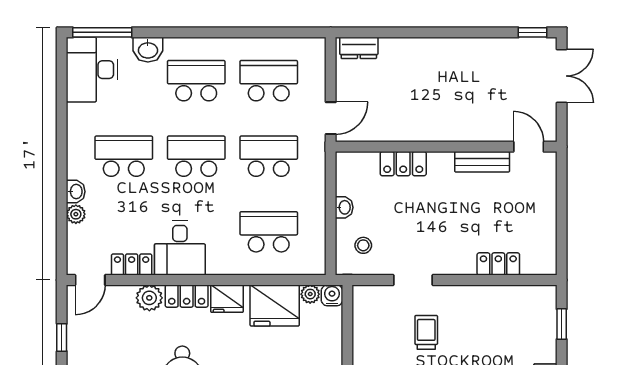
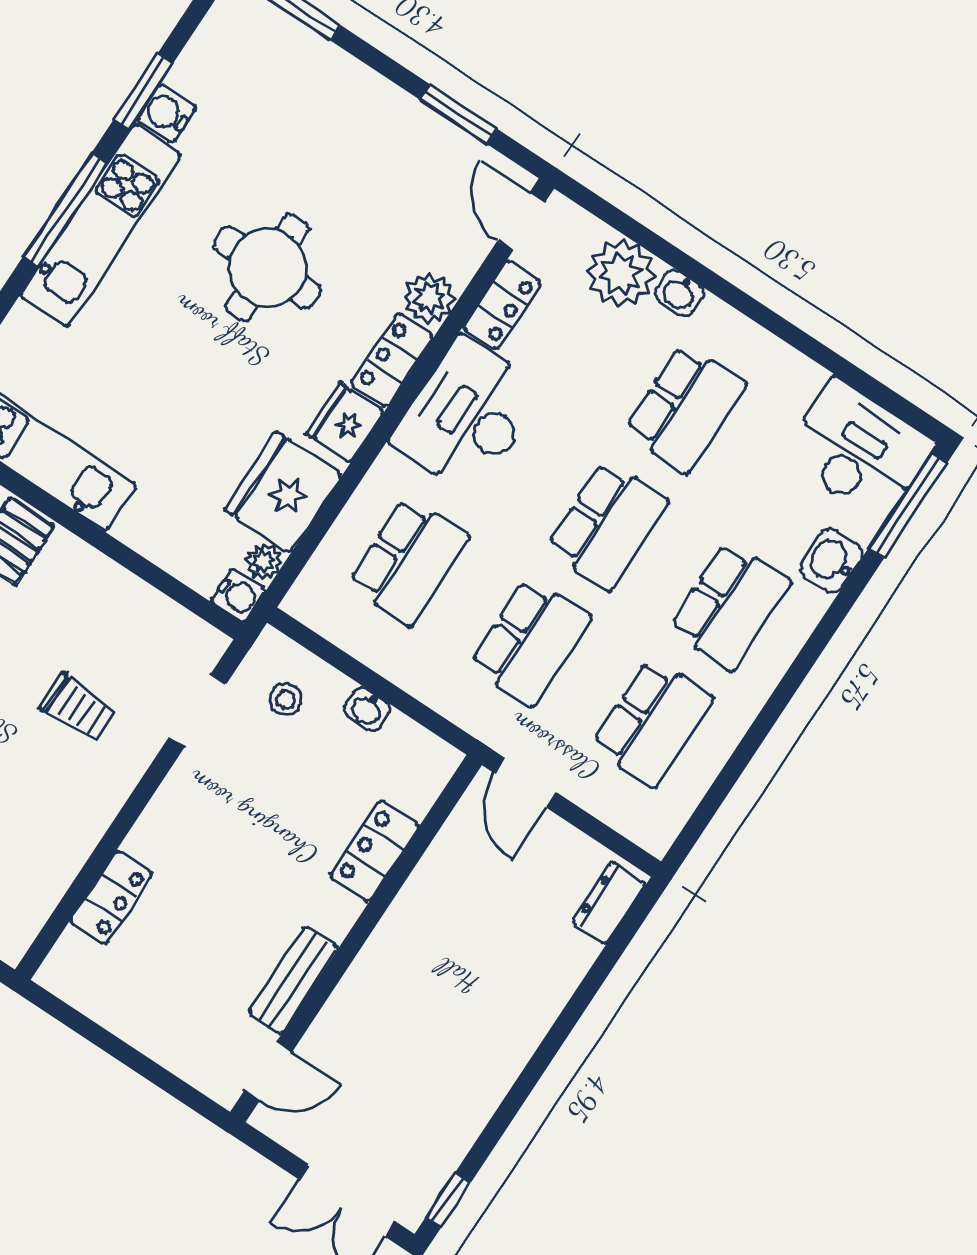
plant: (76, 214) -> (621, 273), width x1.87, depth x1.87
desk: (180, 248) -> (467, 416), width x1.37
doorway: (413, 280) -> (198, 711), moved
window: (62, 338) -> (459, 114), width x1.50

